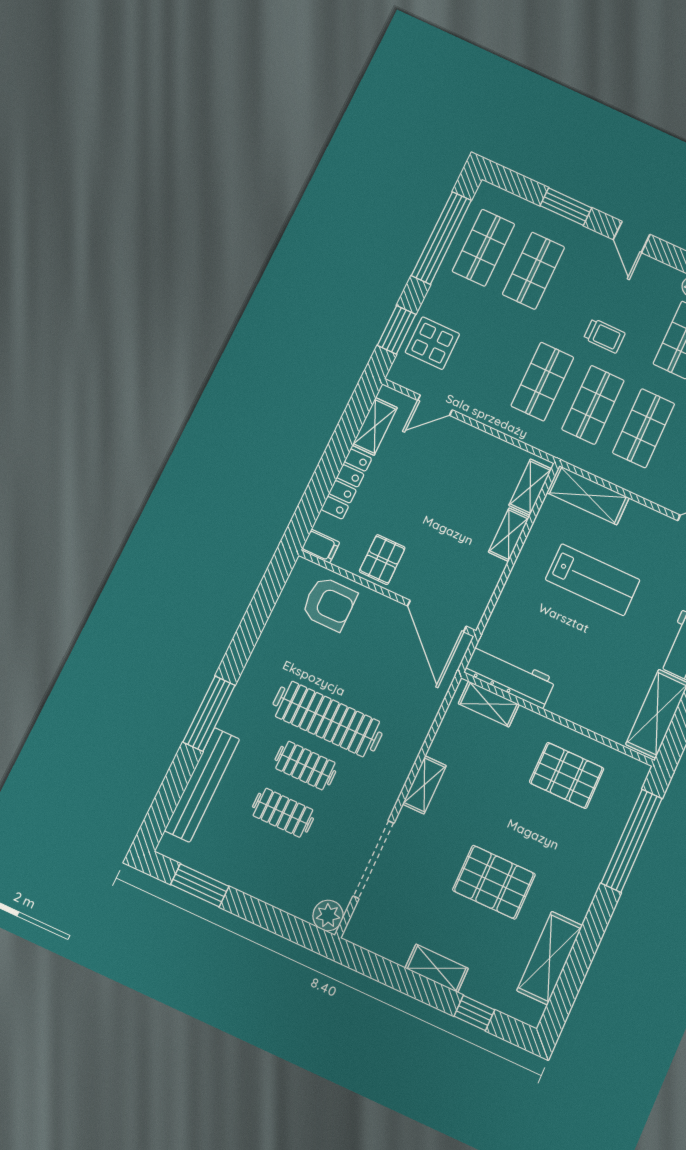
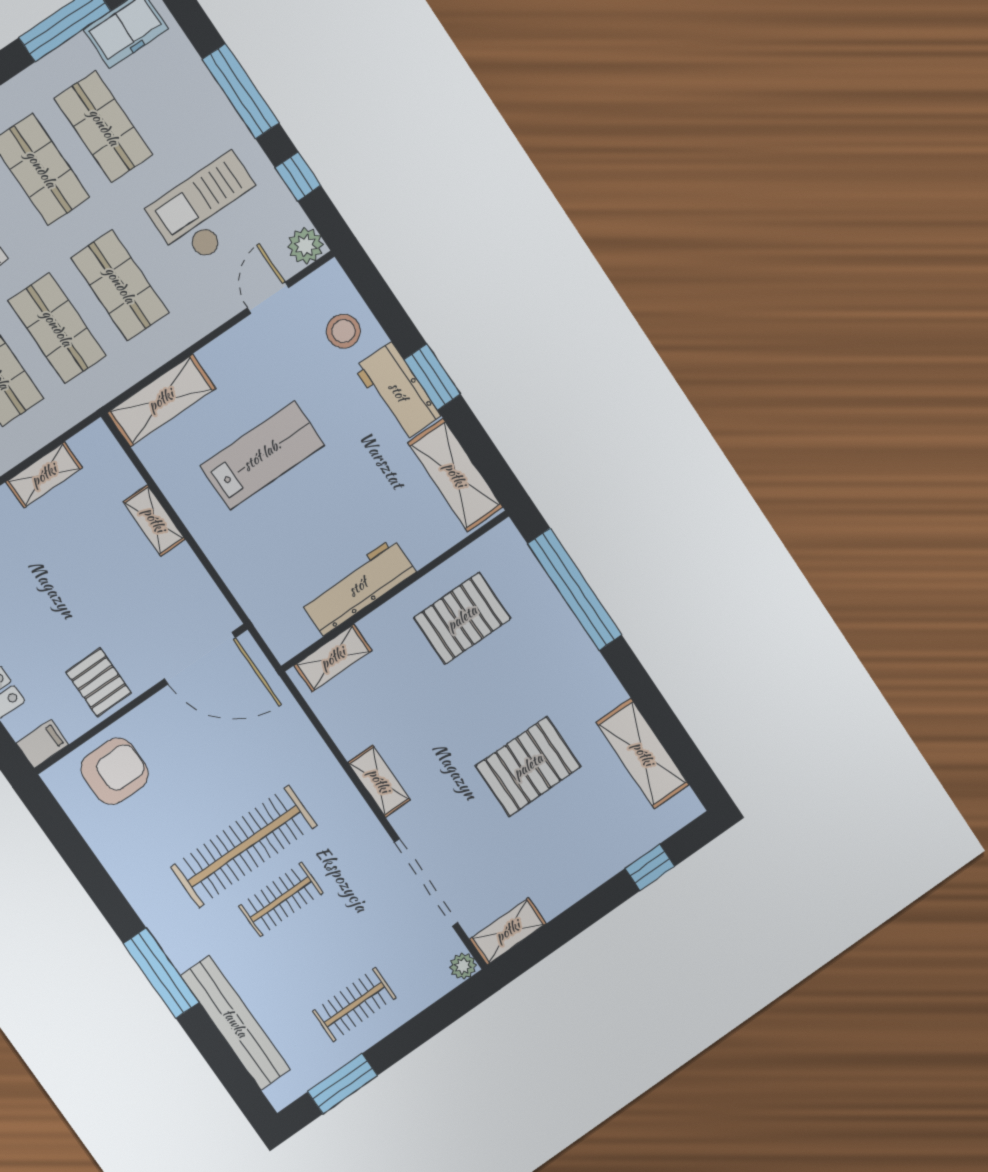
shelving: (530, 487) -> (44, 475), moved, turned 90
workbench: (510, 676) -> (358, 587), moved
clothes rail: (283, 813) -> (354, 1005), moved
plant: (328, 915) -> (463, 966), width x0.73, depth x0.73
shelving: (437, 968) -> (508, 931), moved

